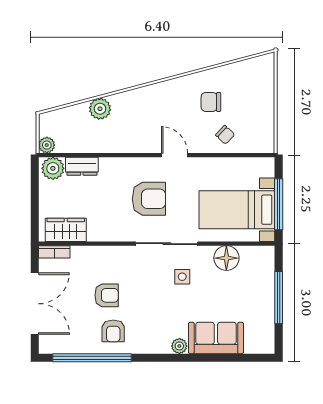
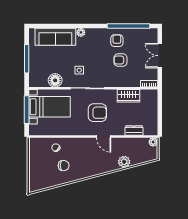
door: (174, 155) -> (104, 137), moved
plant: (53, 168) -> (150, 129), removed
armchair: (149, 199) -> (97, 113), turned 180
wardrobe: (66, 230) -> (129, 96), moved
double door: (35, 304) -> (160, 56), width x0.73
sofa: (216, 338) -> (55, 37), width x1.36

